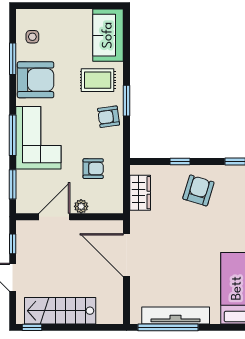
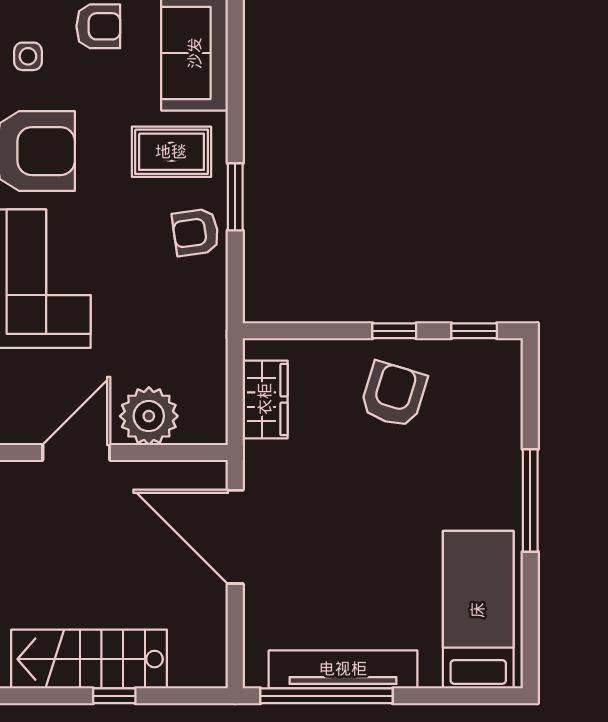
window: (180, 161) -> (394, 331), moved
armchair: (93, 169) -> (98, 26), moved
plant: (81, 206) -> (149, 416), width x1.87, depth x1.87
window: (32, 327) -> (114, 696), moved

